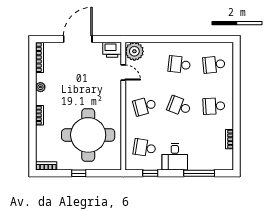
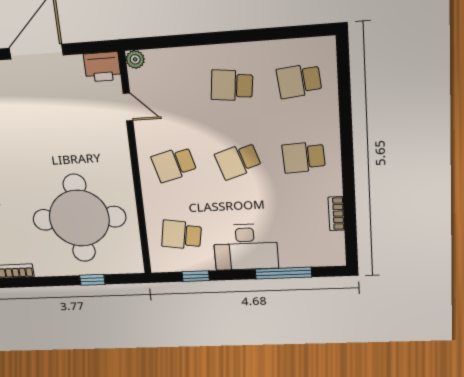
plant: (134, 51) -> (135, 59), width x0.53, depth x0.53
school desk: (179, 106) -> (238, 161), turned -39
desk: (175, 157) -> (246, 247), width x1.37
window: (79, 173) -> (92, 280), moved

